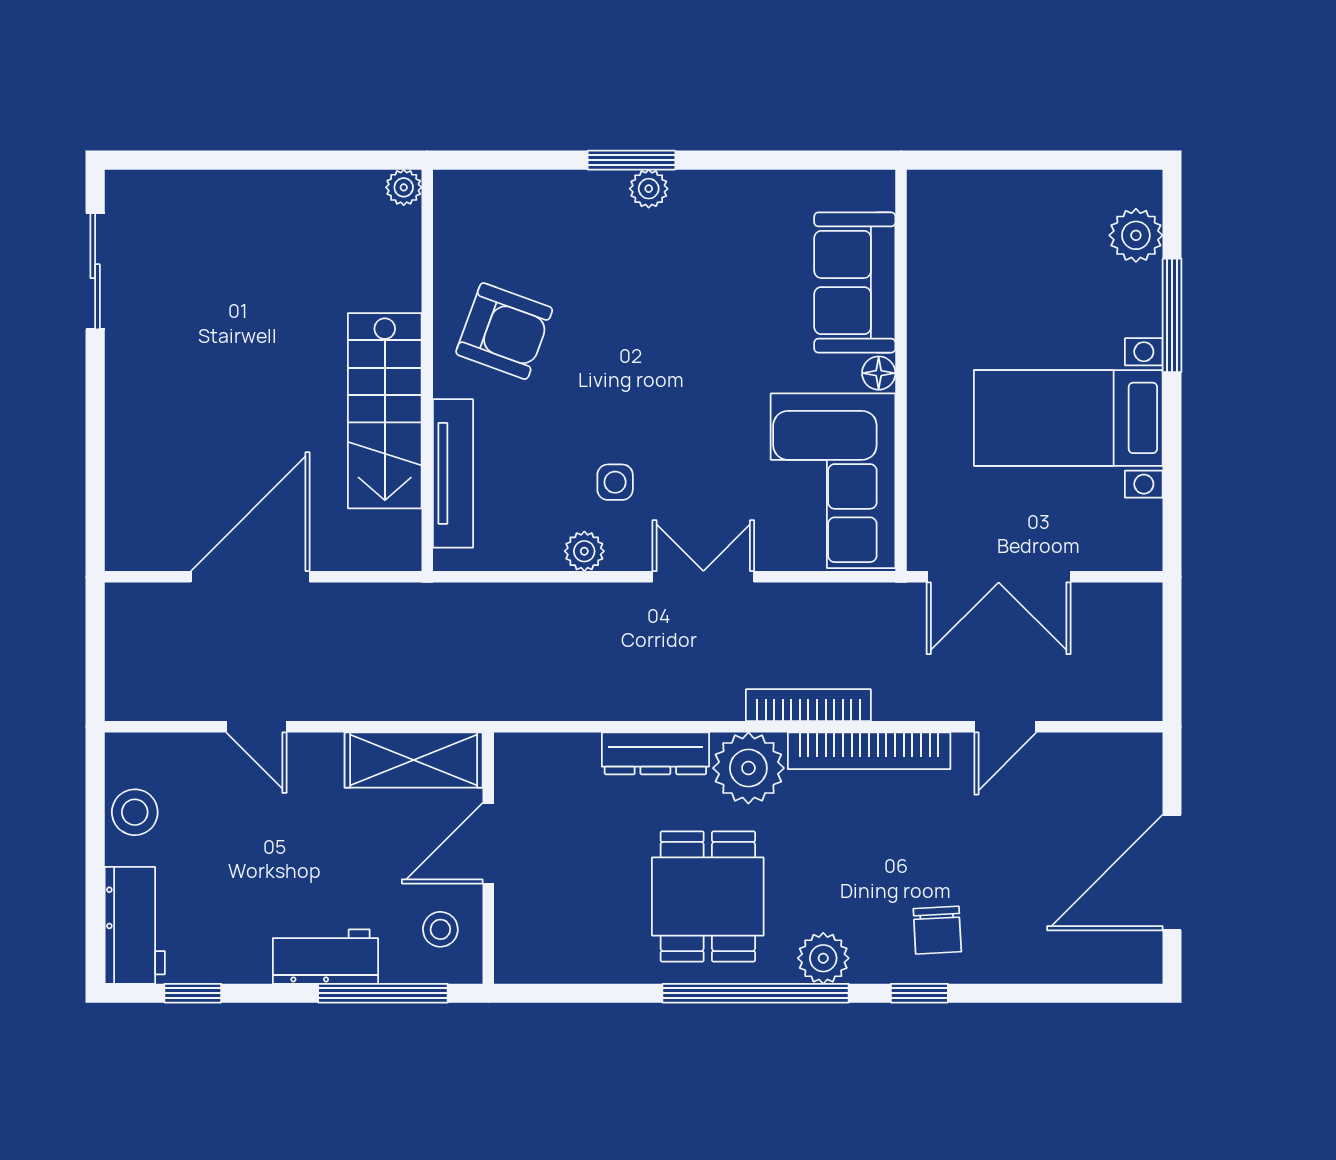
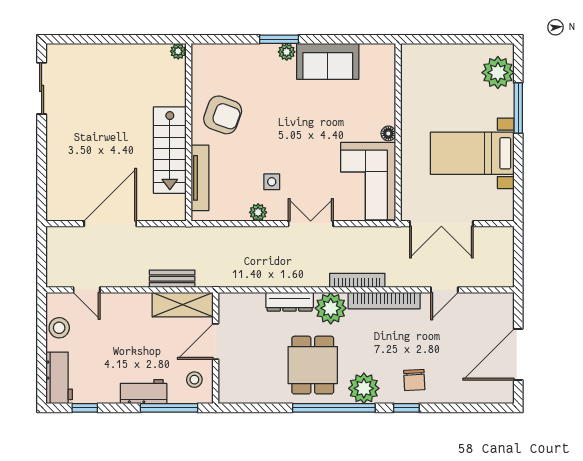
plant: (1136, 235) -> (498, 73), width x1.36, depth x1.36
sofa: (855, 283) -> (328, 61), moved, turned -90
bench: (390, 701) -> (172, 279), added
door: (256, 727) -> (87, 290), moved
plant: (823, 958) -> (364, 388), width x1.36, depth x1.36

